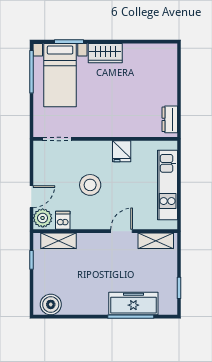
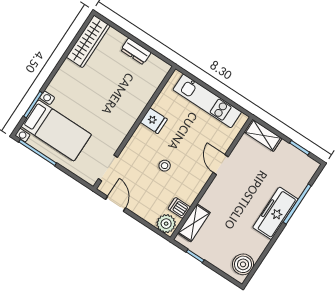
wardrobe: (105, 53) -> (88, 41), moved, width x1.50
dresser: (170, 119) -> (136, 51), moved
stool: (90, 185) -> (165, 166), width x0.53, depth x0.53
door: (31, 197) -> (116, 204), moved
shelving: (156, 241) -> (263, 135), moved, turned 90
freezer: (133, 304) -> (275, 213), moved

